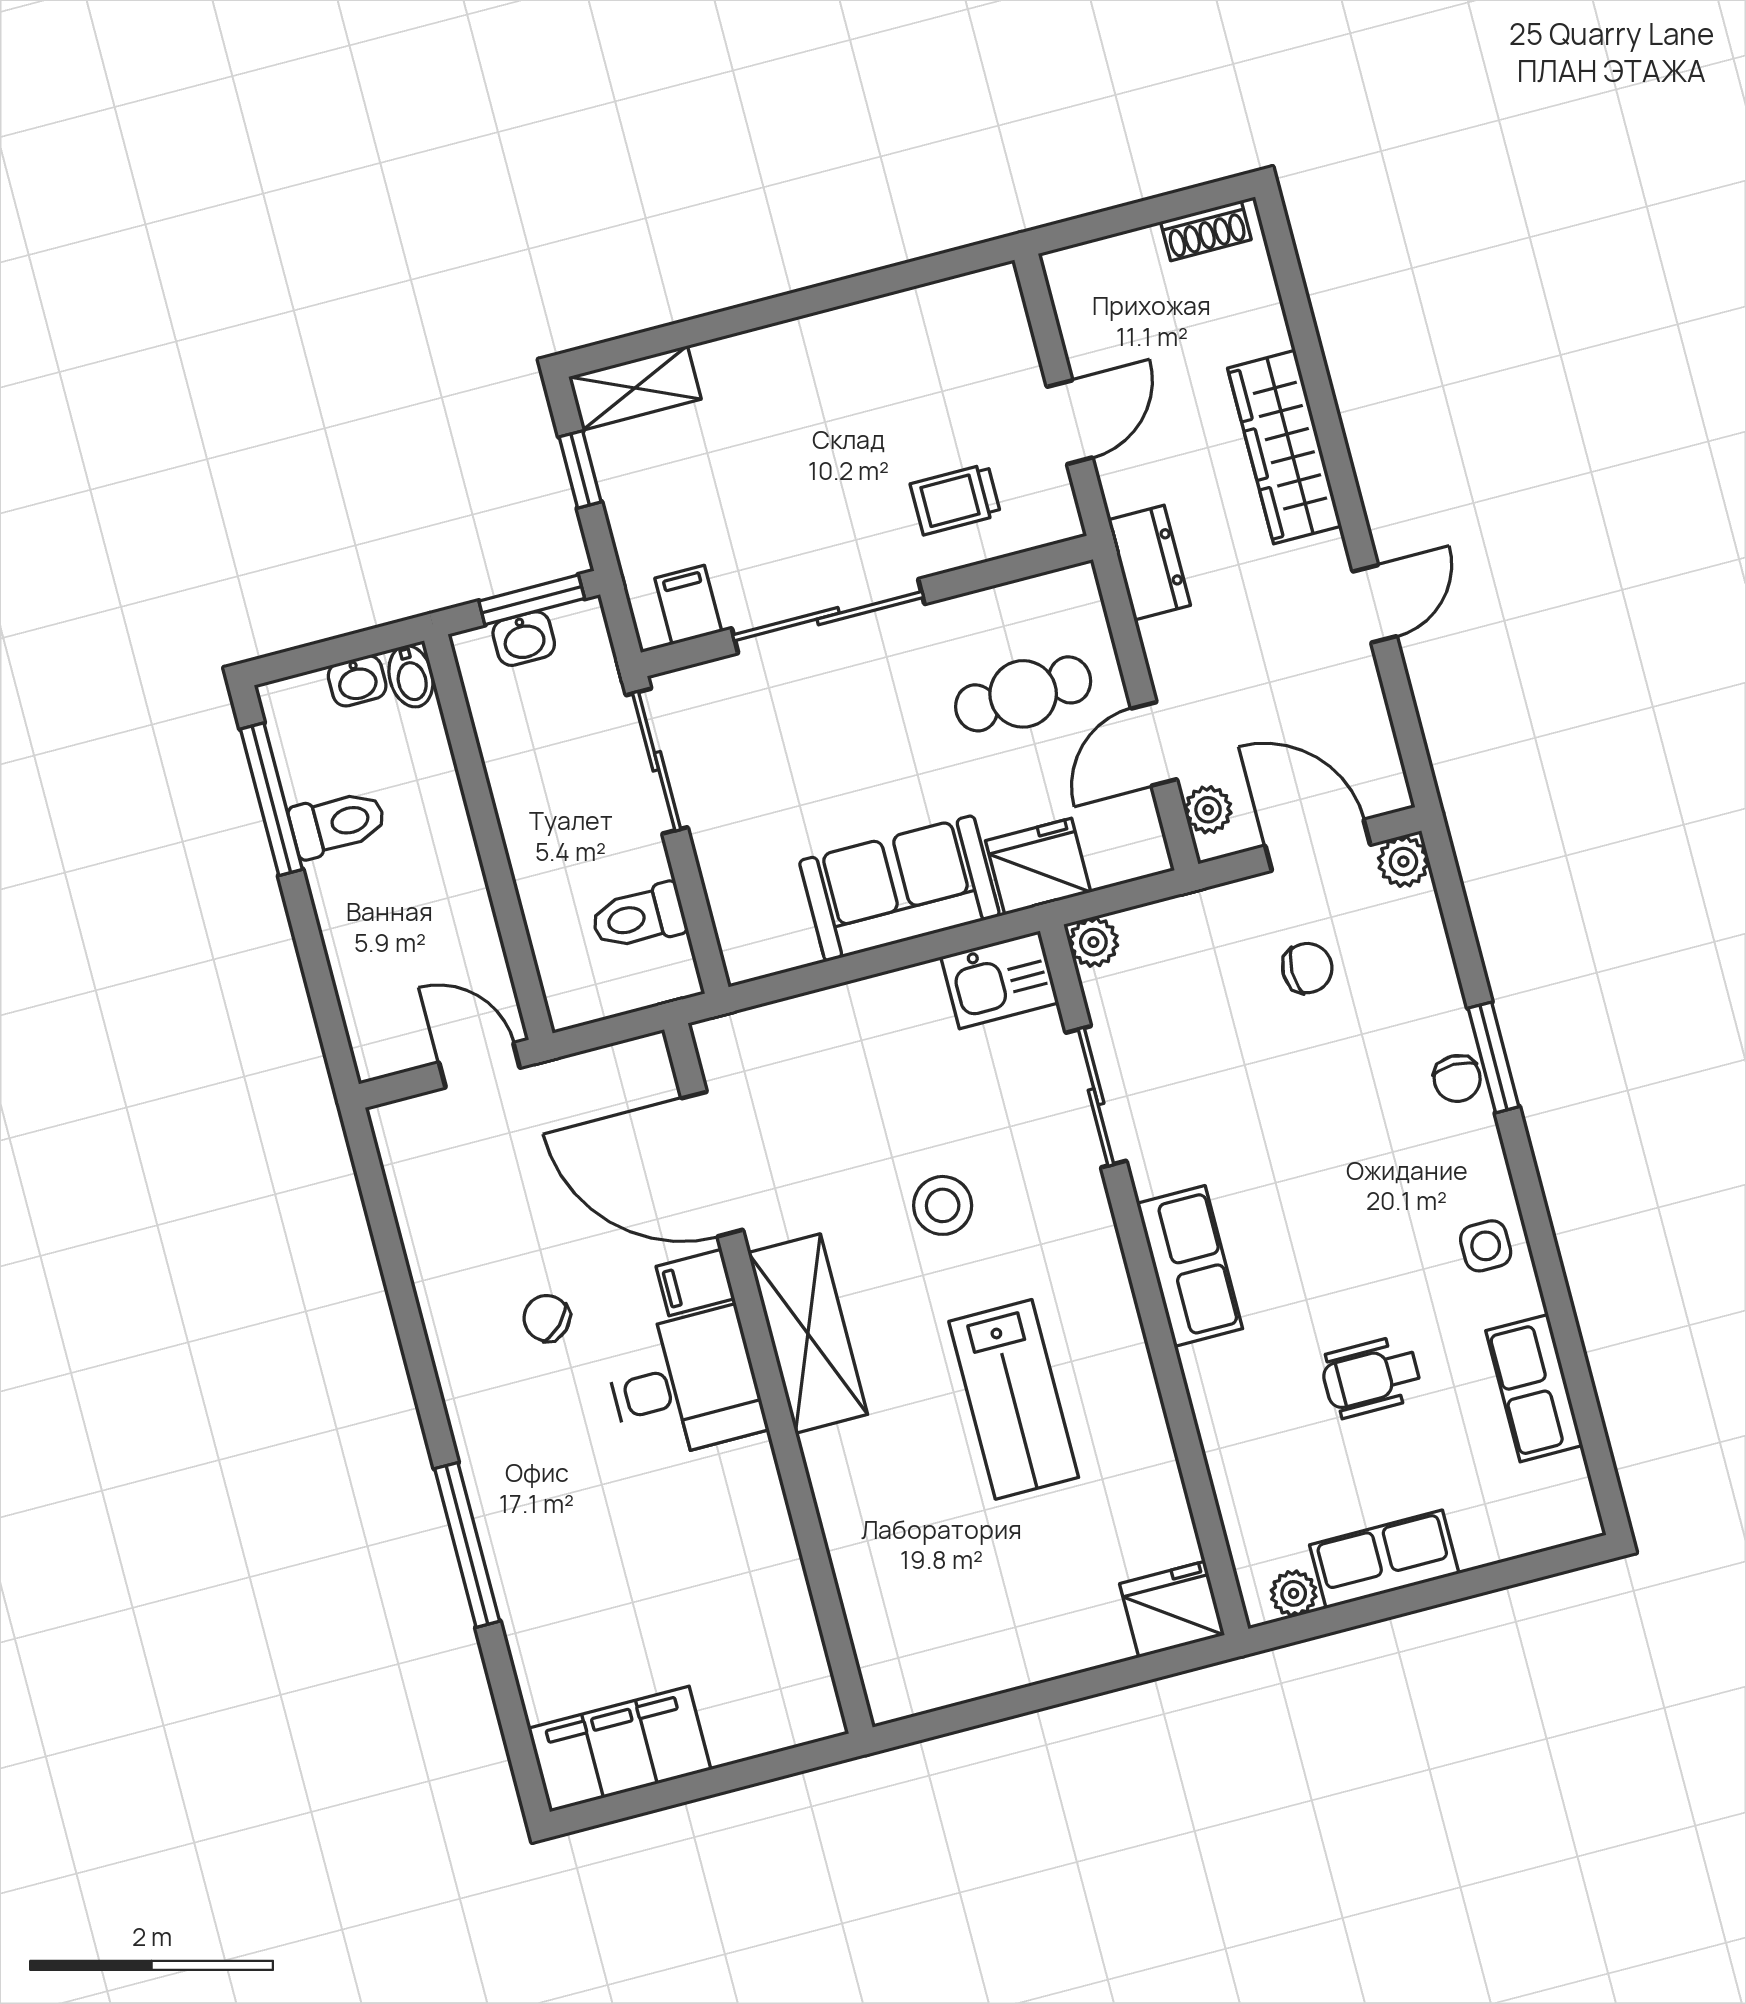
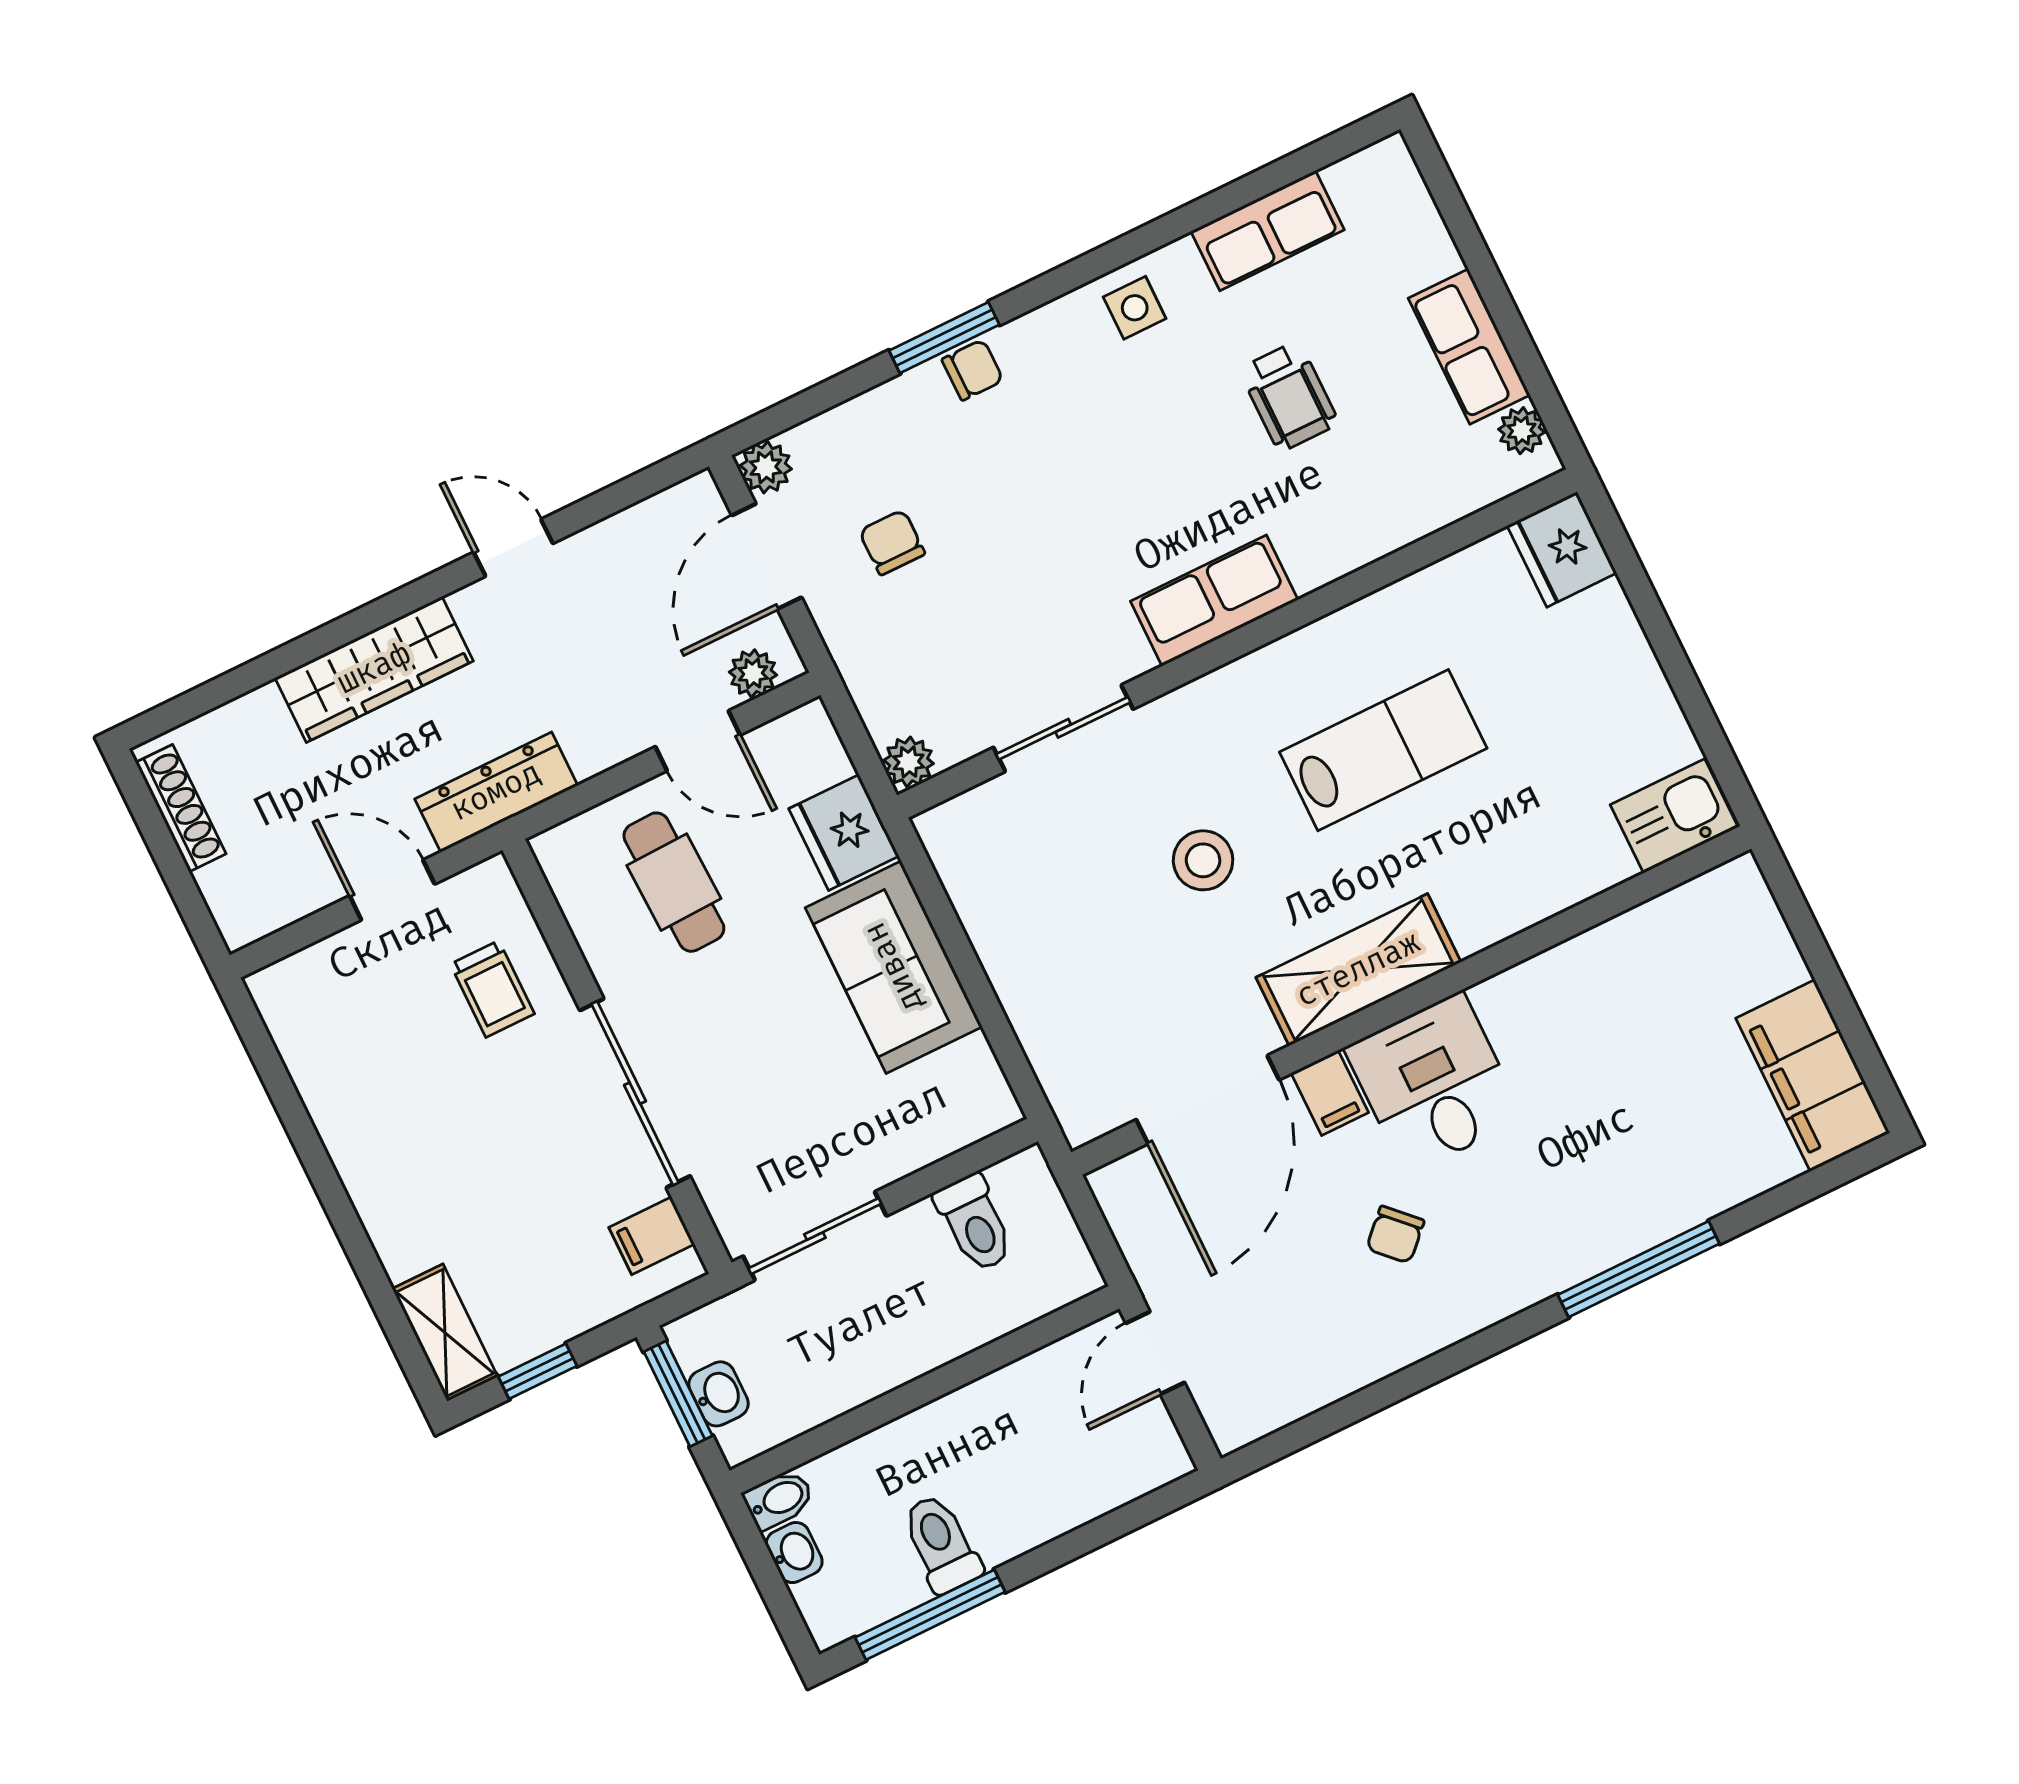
shoe rack: (1206, 231) -> (181, 808), width x1.43
dresser: (1149, 563) -> (496, 792), width x1.44
kitchen sink: (1000, 980) -> (1674, 816), moved, turned -90

